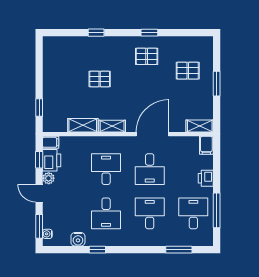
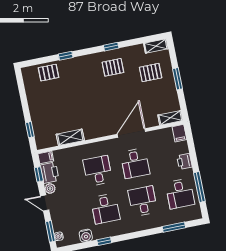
pallet: (100, 79) -> (49, 73), moved
shelving: (112, 126) -> (156, 46), moved
desk: (193, 213) -> (180, 194), turned 180

